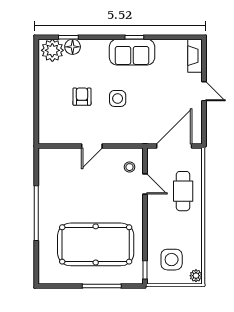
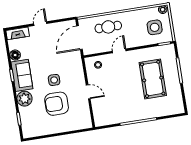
floor lamp: (73, 47) -> (15, 55), moved
plant: (52, 50) -> (24, 99), moved
armchair: (82, 97) -> (57, 104), width x1.88, depth x1.88
door: (174, 146) -> (79, 38), hinge flipped
door: (145, 184) -> (119, 51), moved
pool table: (96, 244) -> (153, 79), width x0.73, depth x0.76

